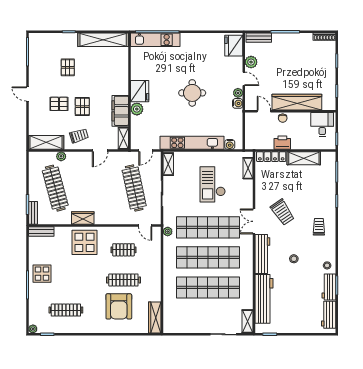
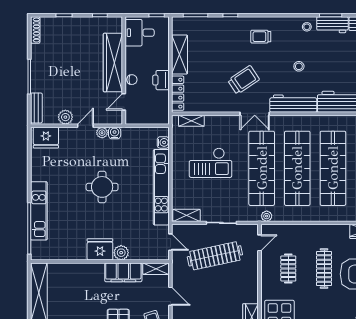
kitchen unit: (155, 40) -> (39, 211), moved

